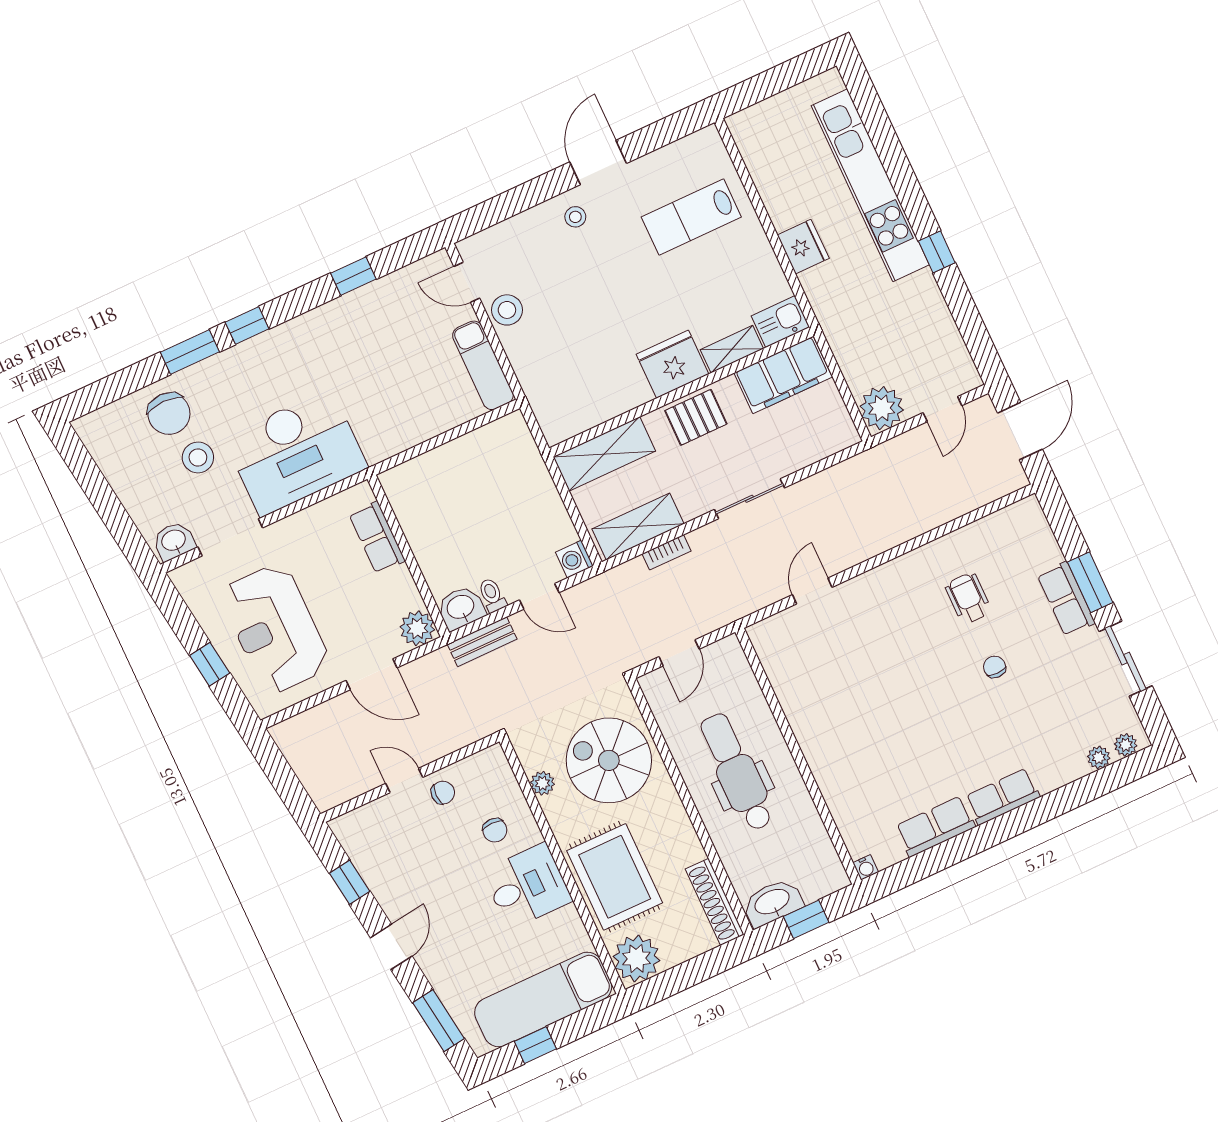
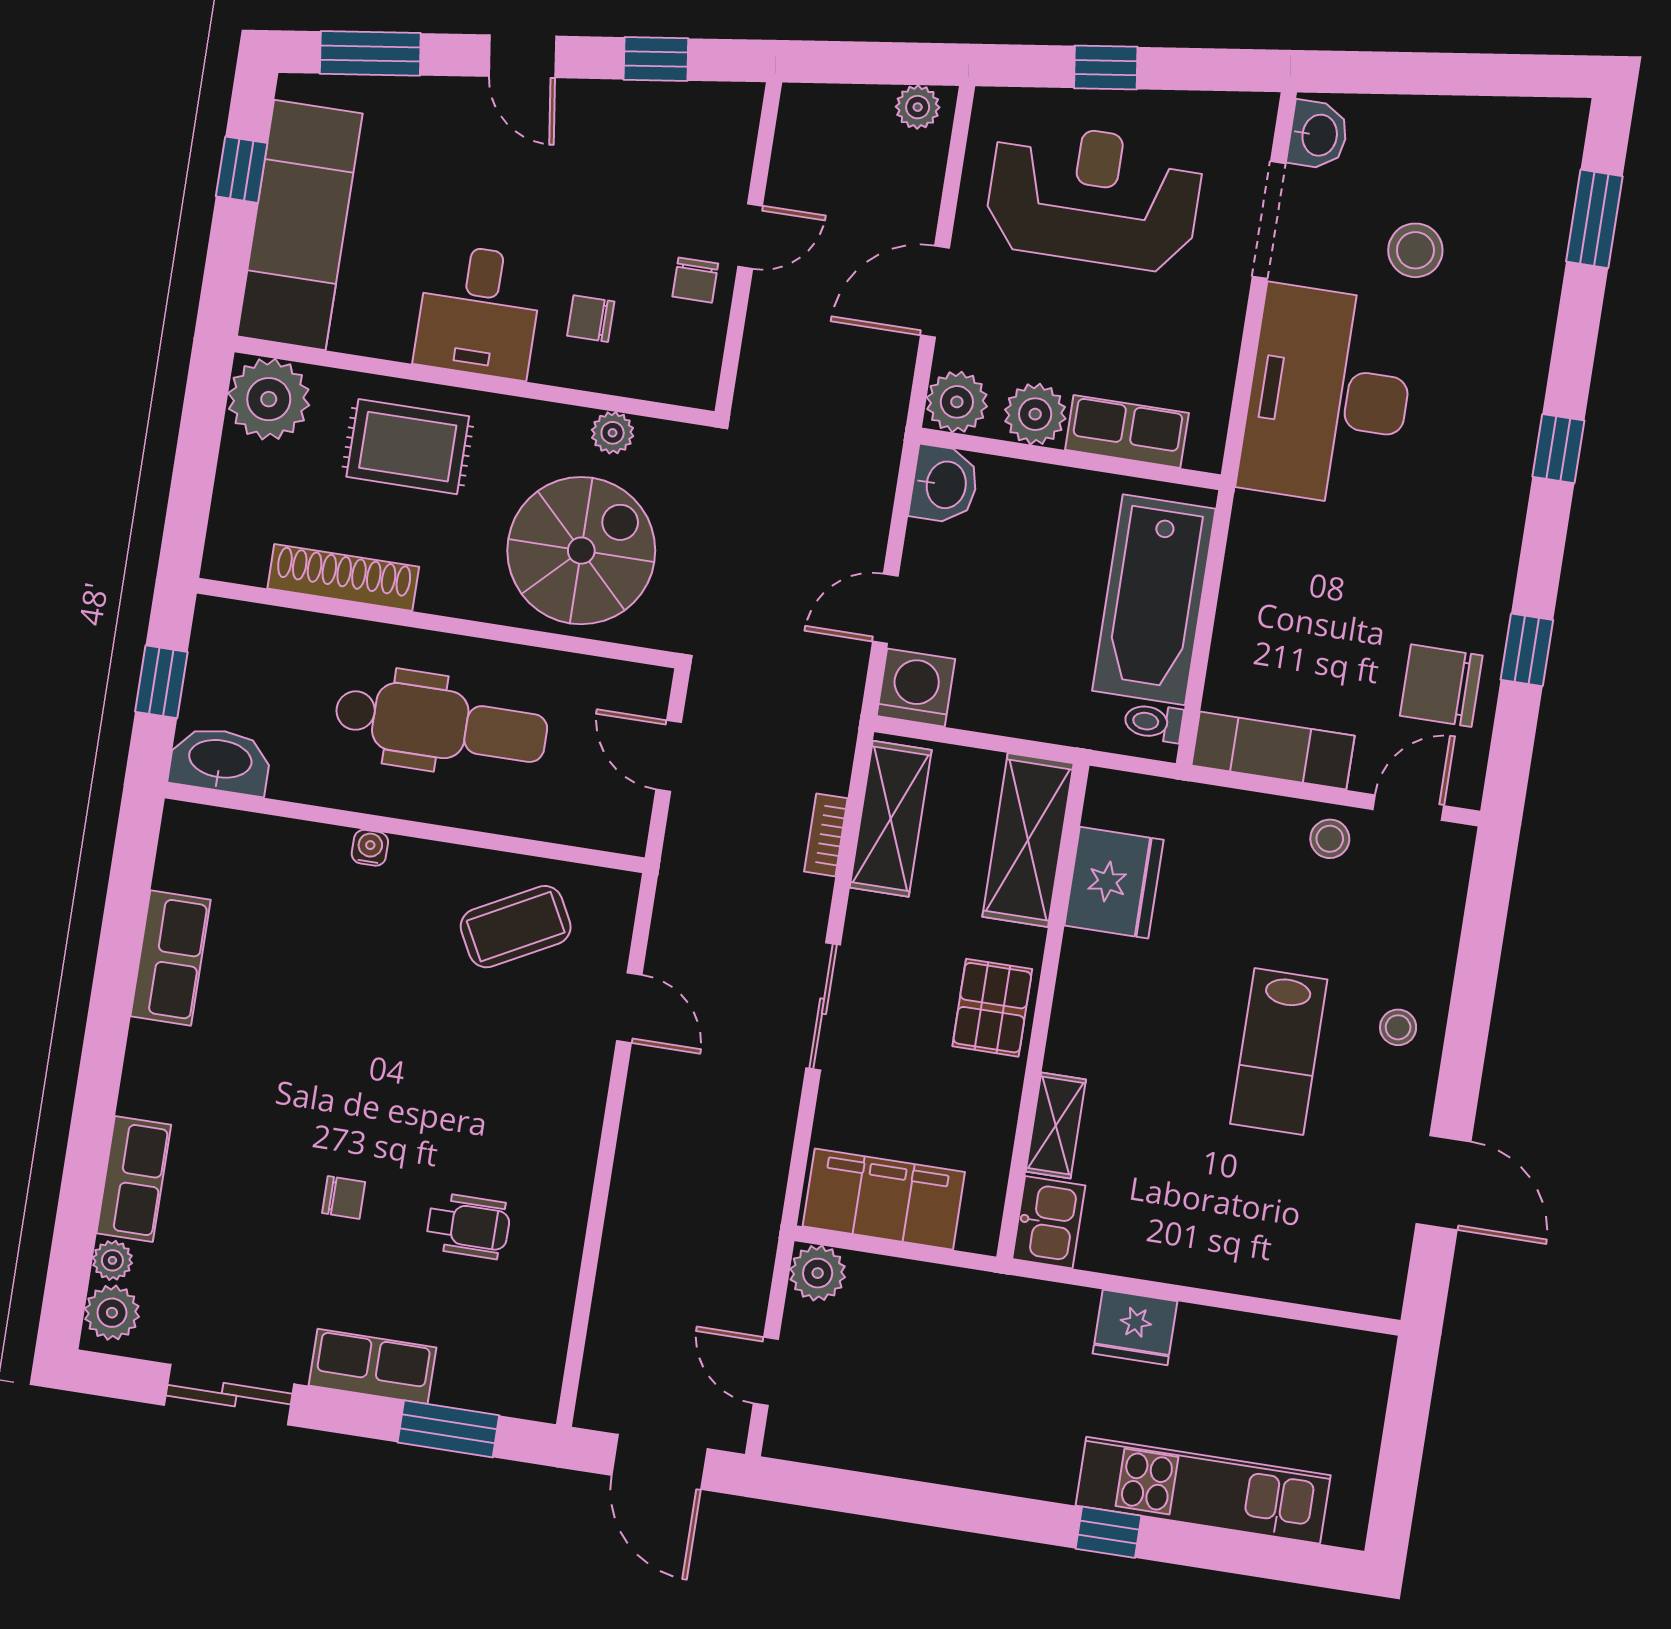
door: (598, 163) -> (1443, 1183), moved
kitchen unit: (870, 185) -> (1203, 1490), width x0.73
lab bench: (691, 217) -> (1279, 1052), moved, turned 180
window: (937, 252) -> (1109, 1532), moved
stool: (507, 310) -> (1330, 839), width x0.73, depth x0.73
window: (190, 352) -> (1594, 219), moved
fridge: (673, 364) -> (1114, 883), moved
filing cabinet: (783, 375) -> (884, 1199), moved, turned 90
plant: (882, 408) -> (818, 1273), width x0.73, depth x0.73
chair: (169, 414) -> (1441, 686), moved
bathtub: (449, 471) -> (1154, 600), added
washing machine: (574, 559) -> (916, 688), width x1.38, depth x1.38
window: (1090, 582) -> (448, 1429), moved
plant: (398, 587) -> (1035, 414), added
toilet: (492, 595) -> (1154, 722), moved, turned 180
bench: (482, 642) -> (875, 482), removed
coffee table: (810, 671) -> (516, 927), added
plant: (289, 742) -> (918, 107), added
plant: (1126, 745) -> (112, 1313), width x1.38, depth x1.38
row of seats: (1003, 797) -> (134, 1179), moved
water cooler: (866, 867) -> (370, 848), moved, turned 90
rug: (615, 877) -> (408, 447), width x0.73, depth x0.70
shoe rack: (715, 902) -> (343, 578), moved
washbasin: (772, 903) -> (220, 761), moved, turned -90

